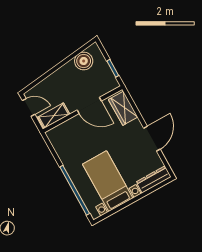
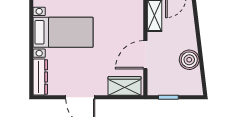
boiler: (84, 61) -> (189, 60), moved

